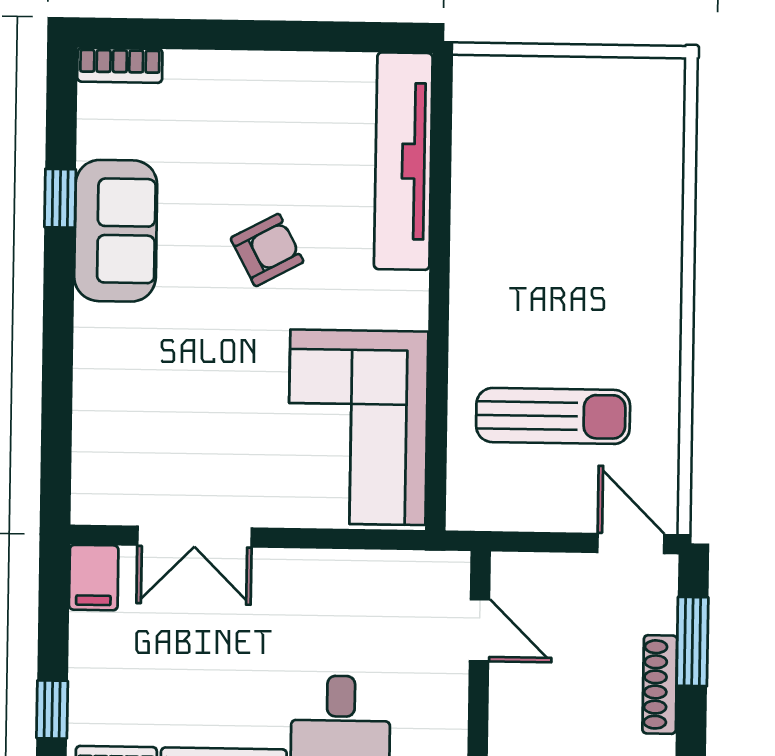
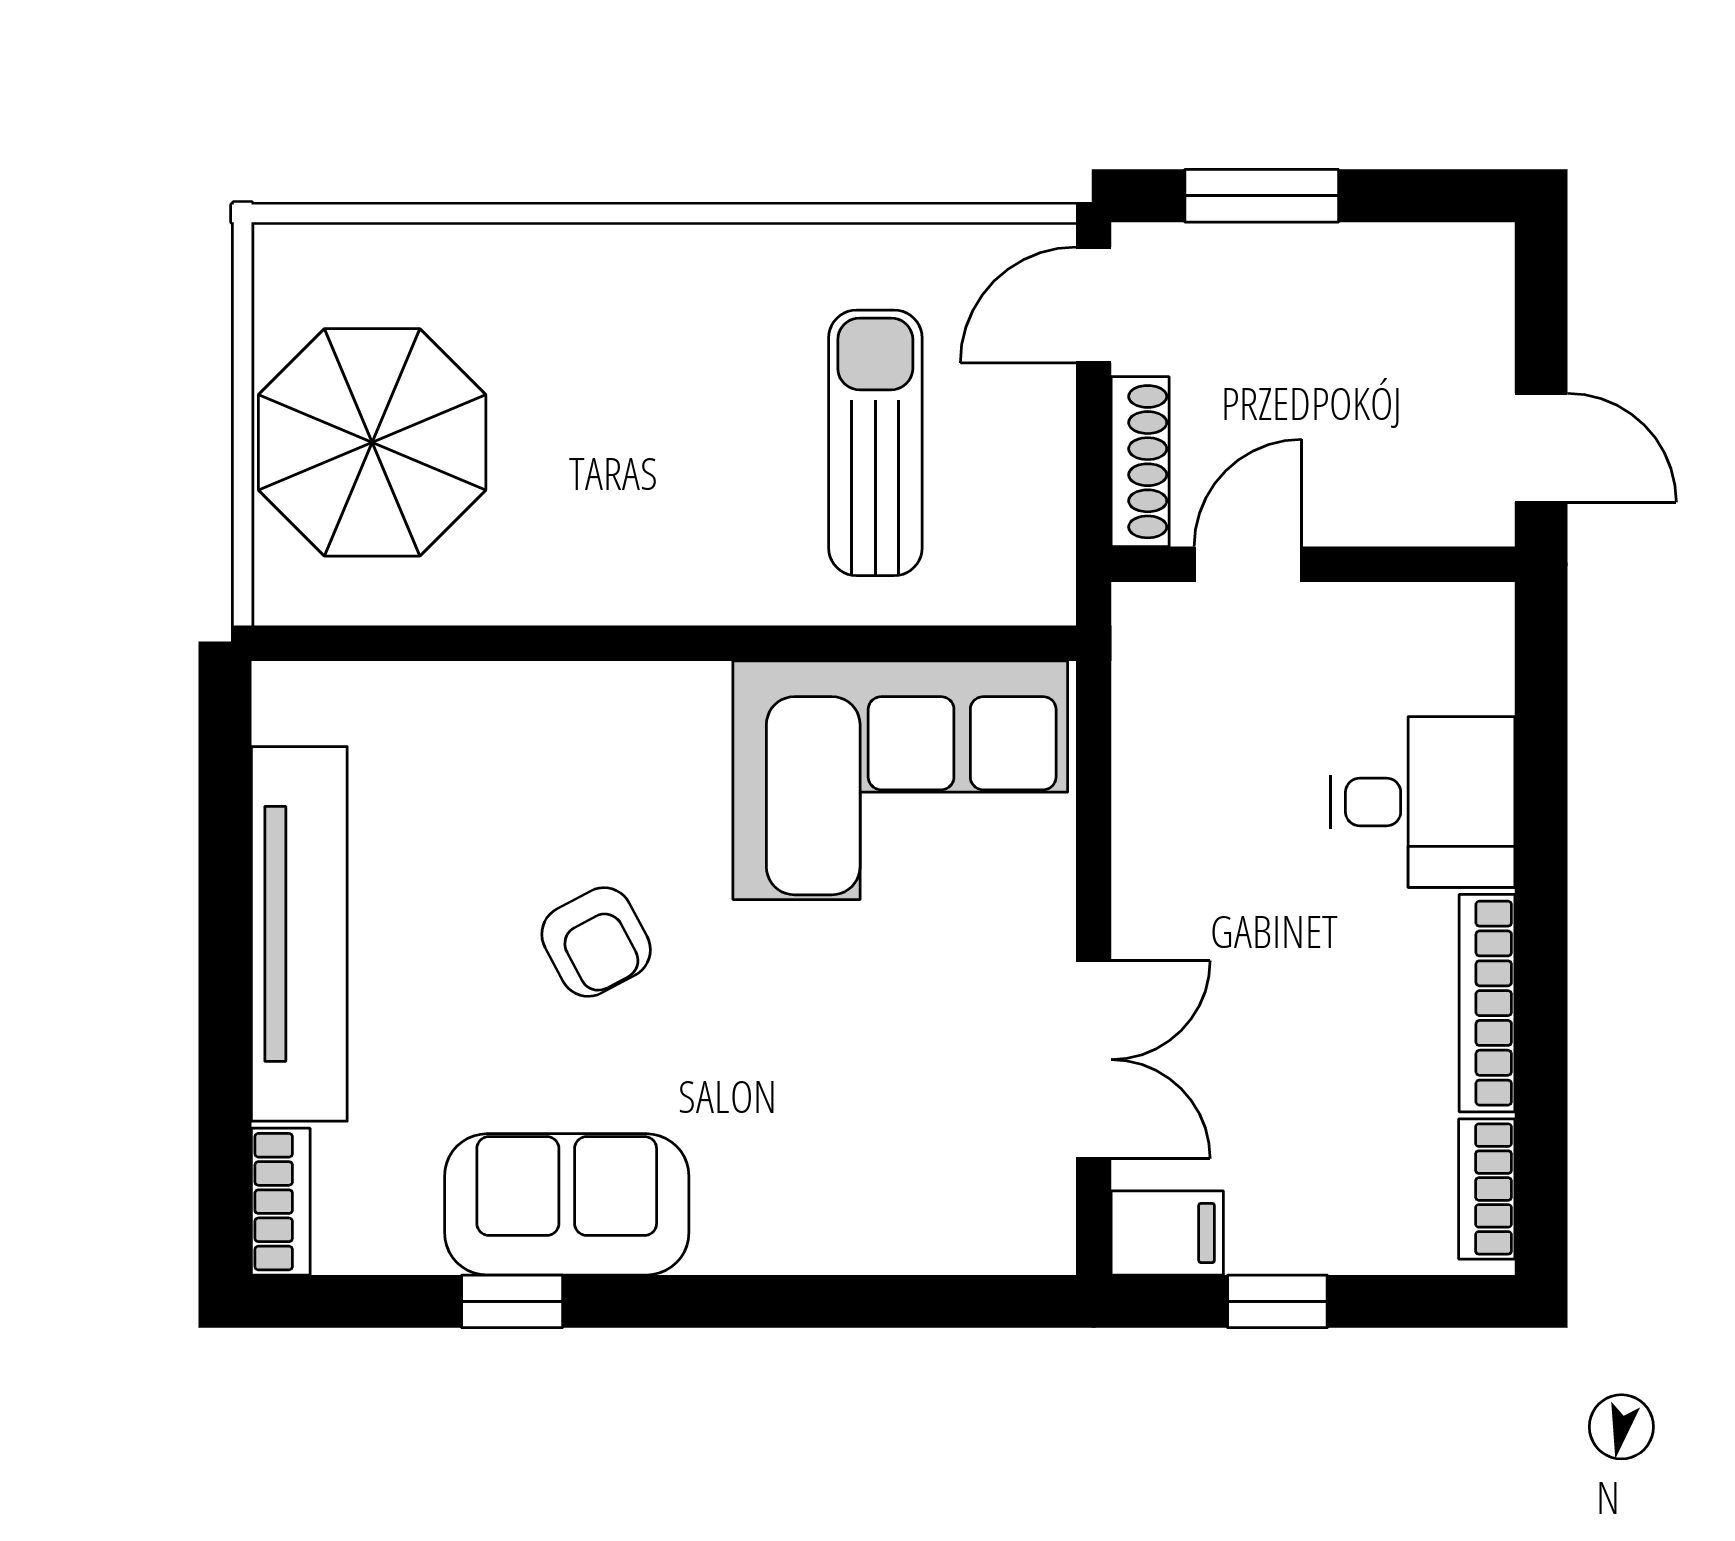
parasol: (558, 125) -> (372, 442), added
tv unit: (403, 161) -> (299, 934), moved, turned -90
armchair: (267, 250) -> (596, 942), turned 180
shoe rack: (660, 685) -> (1140, 462), moved, turned -90
window: (52, 709) -> (1277, 1301), moved

